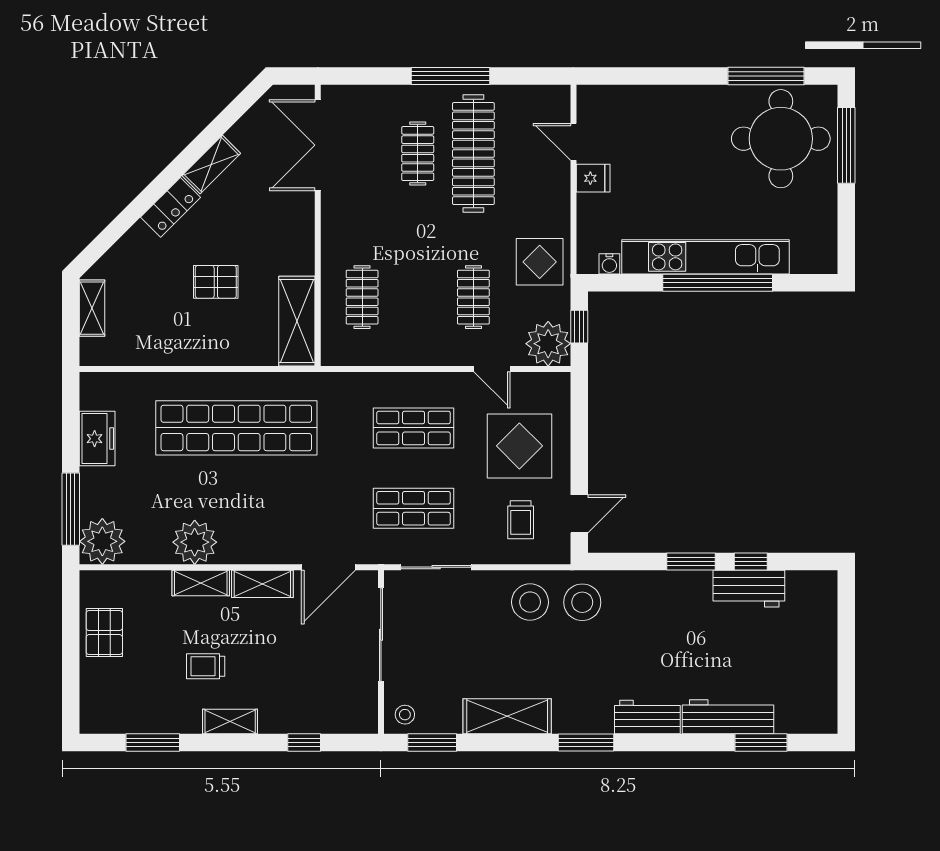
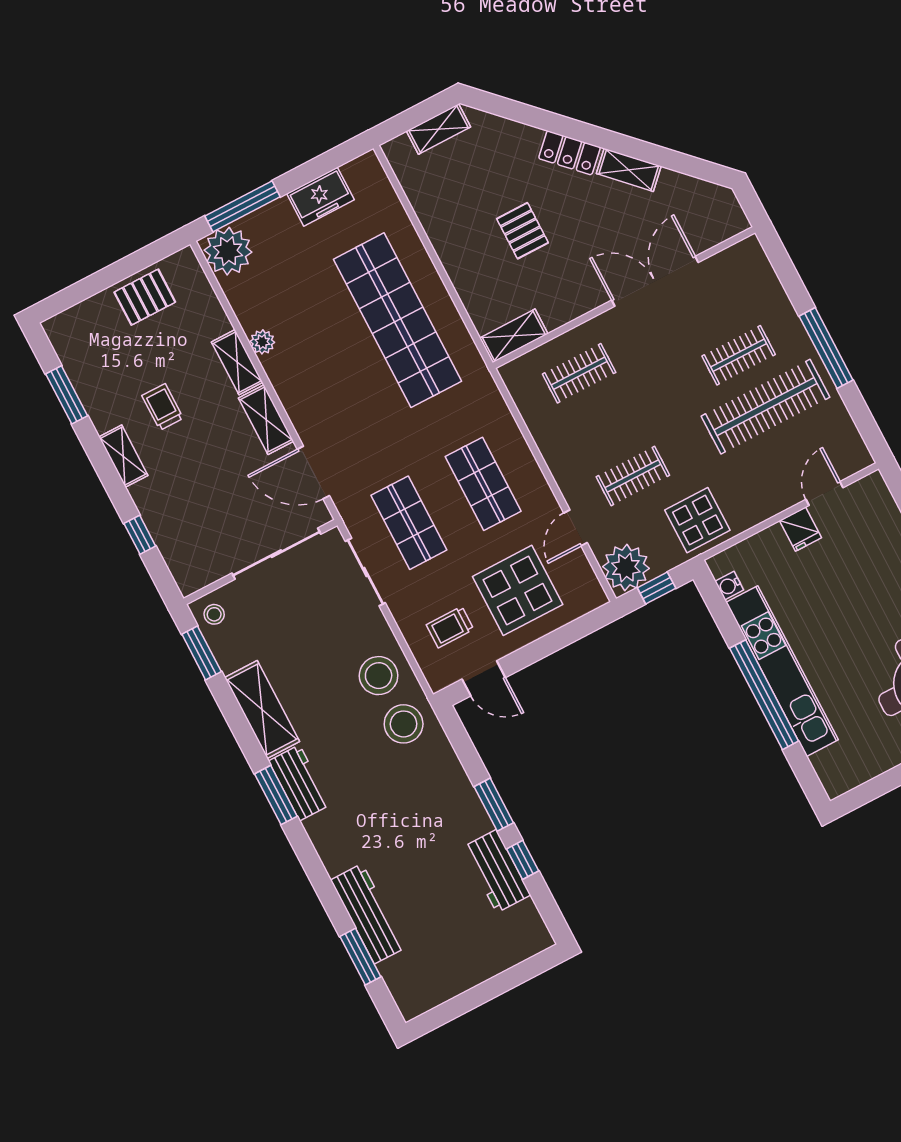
double door: (318, 145) -> (655, 281), moved
shelving: (297, 321) -> (514, 336), width x0.67, depth x0.75
plant: (195, 542) -> (262, 342), width x0.53, depth x0.53
workbench: (647, 717) -> (299, 783), moved

